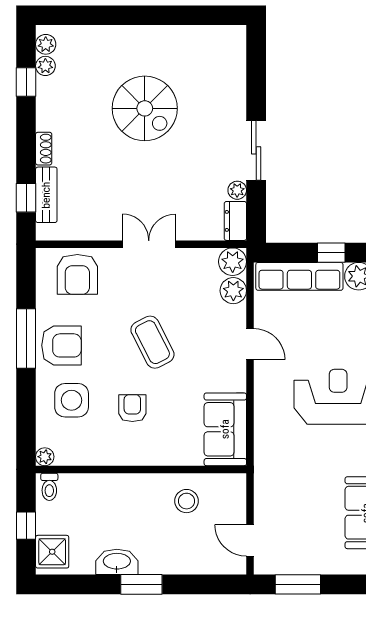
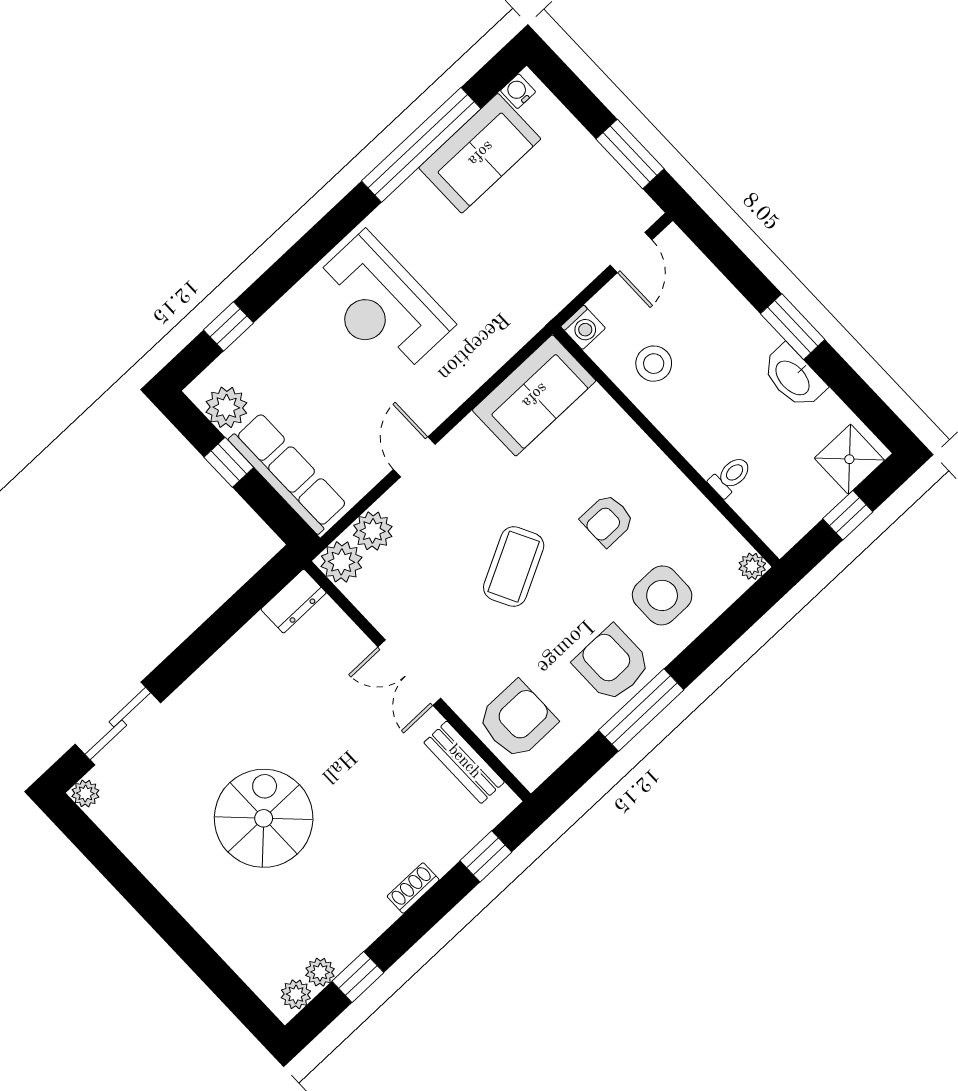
sliding door: (256, 150) -> (118, 723), moved
plant: (237, 190) -> (85, 793), moved
bench: (46, 195) -> (464, 762), moved, turned 90
washing machine: (236, 484) -> (583, 327), added
toilet: (49, 487) -> (730, 476), moved

